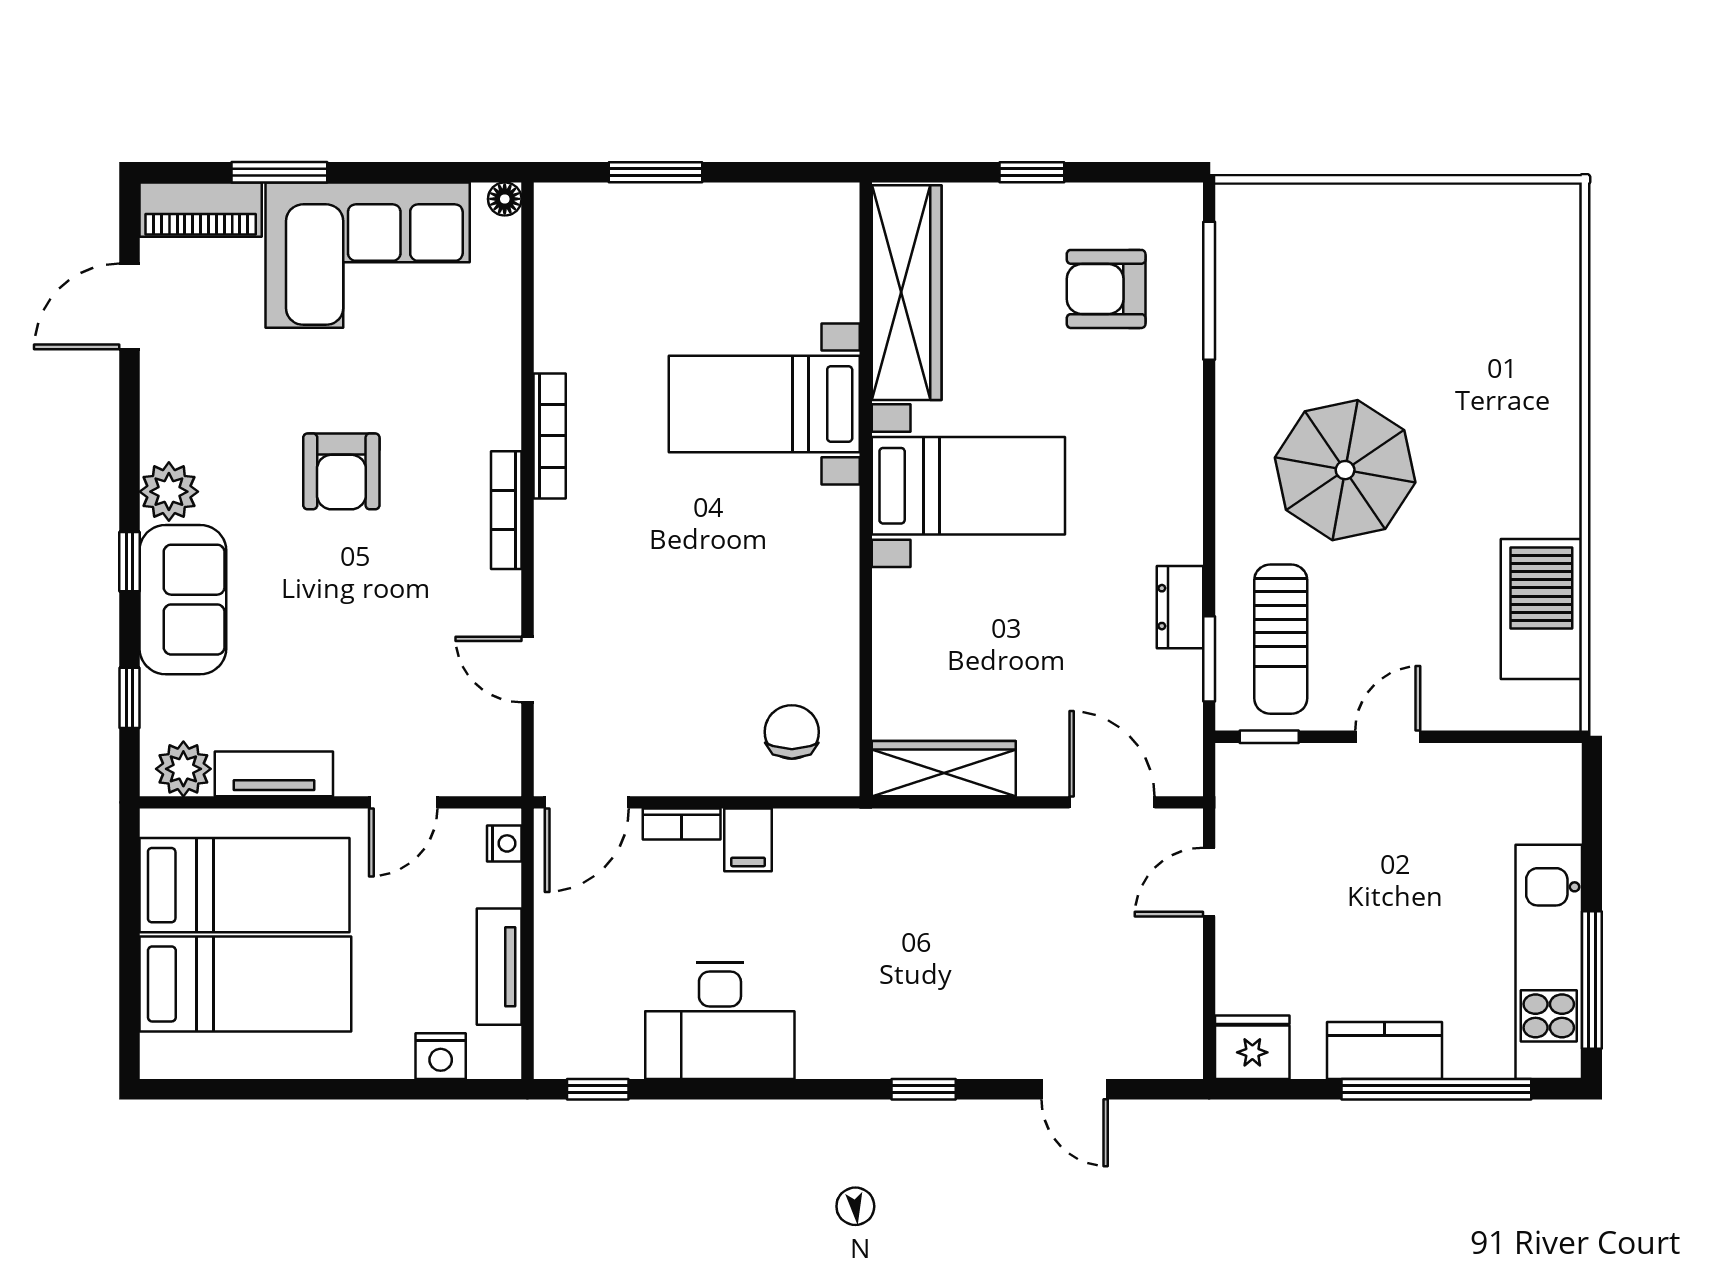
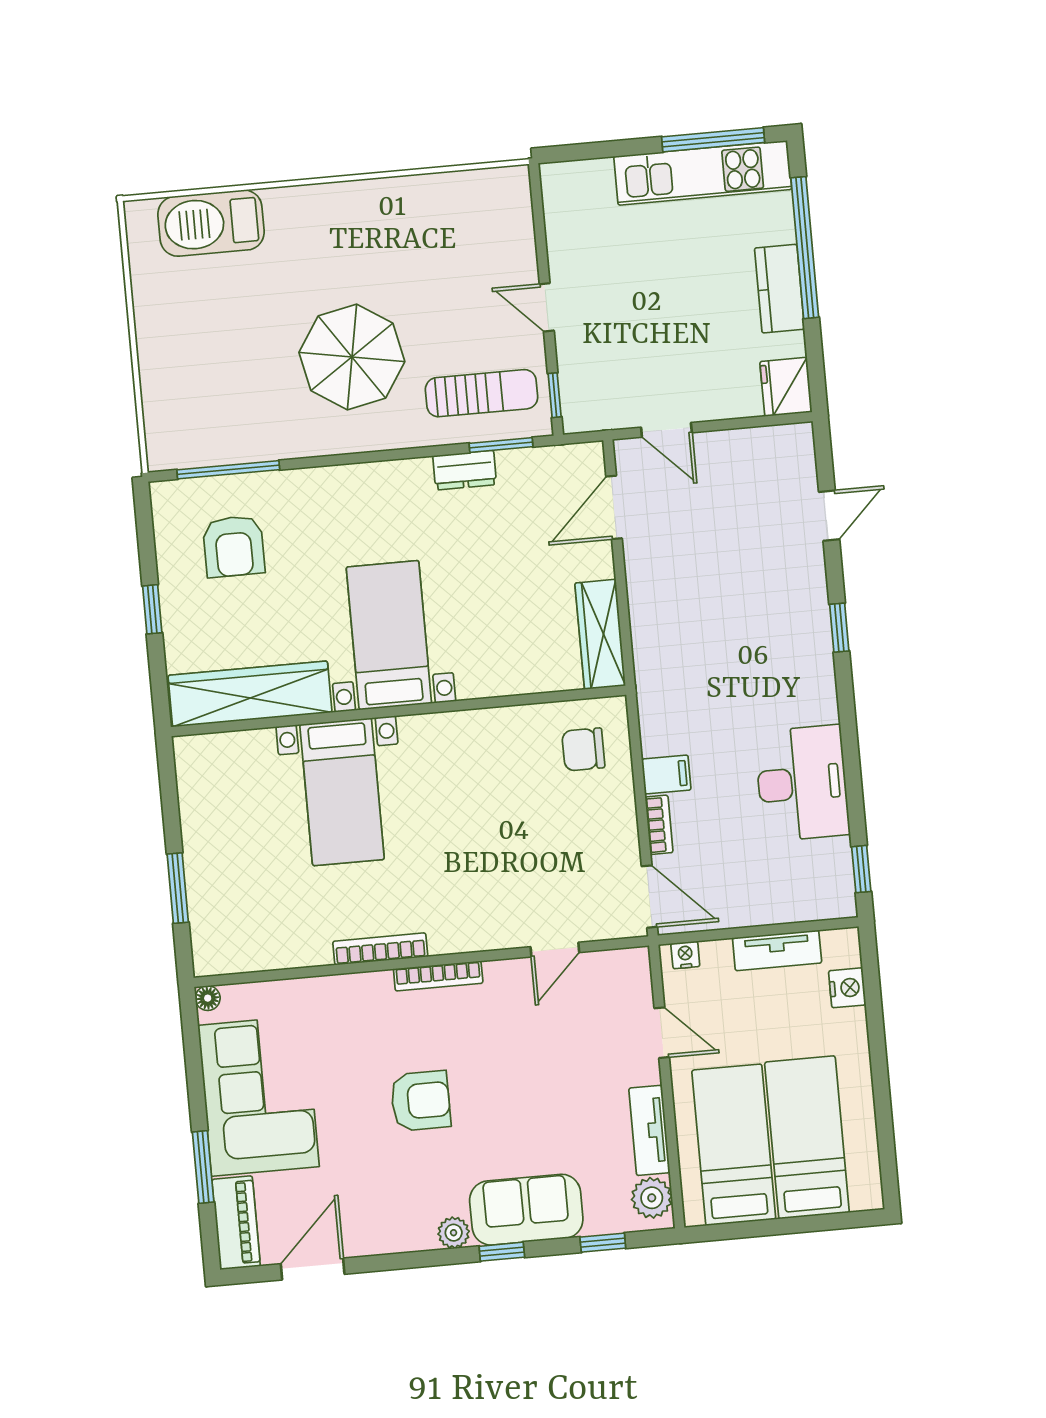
door: (130, 306) -> (313, 1269), swing flipped
plant: (169, 492) -> (454, 1233), width x0.73, depth x0.73
barbecue: (1541, 609) -> (211, 223), moved

